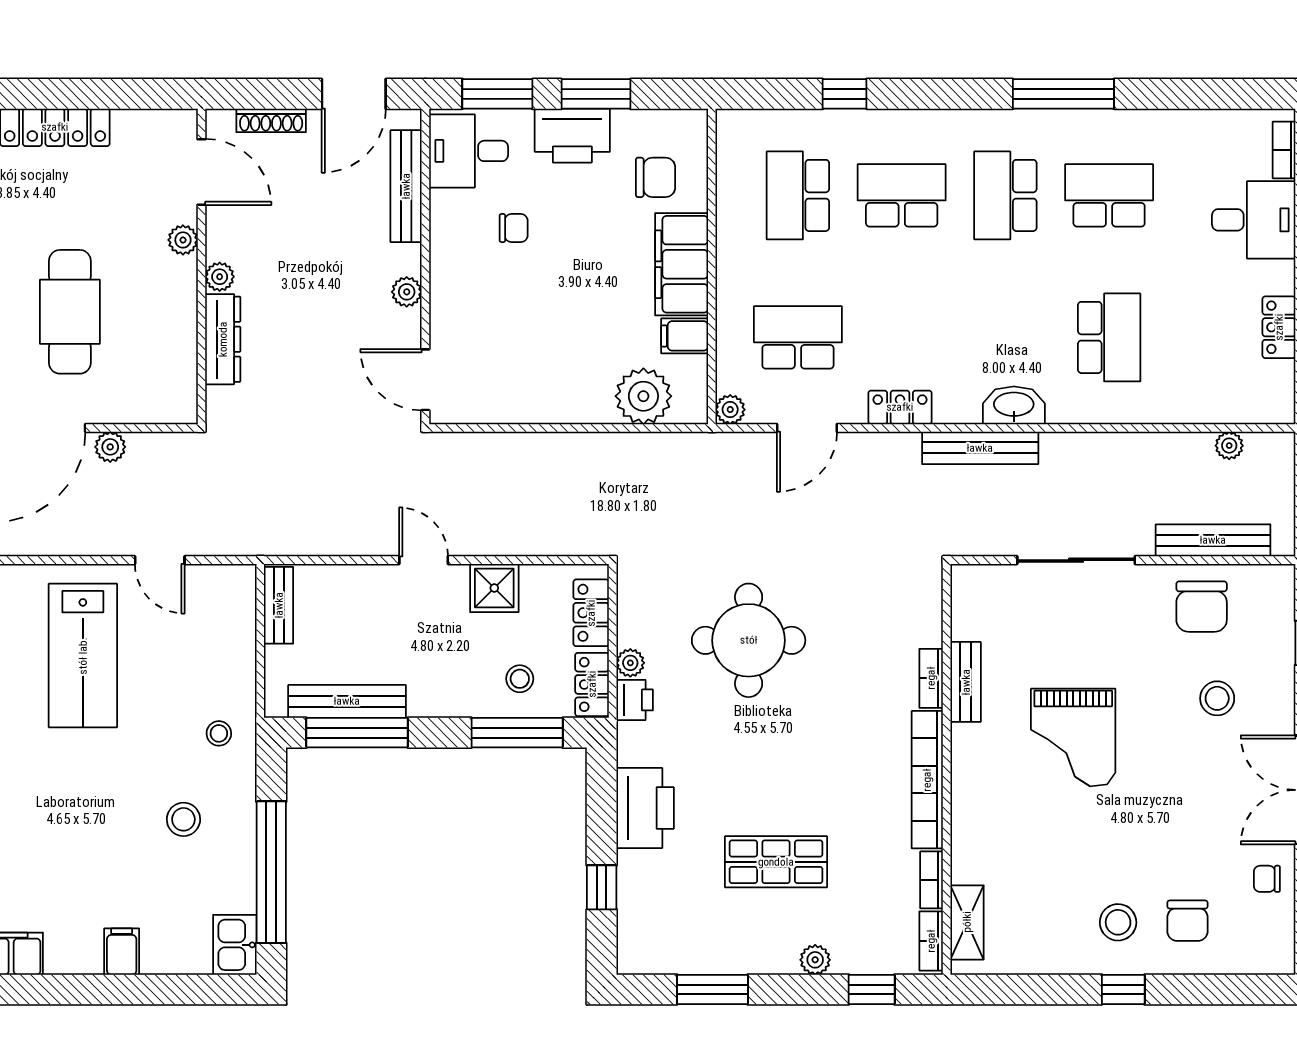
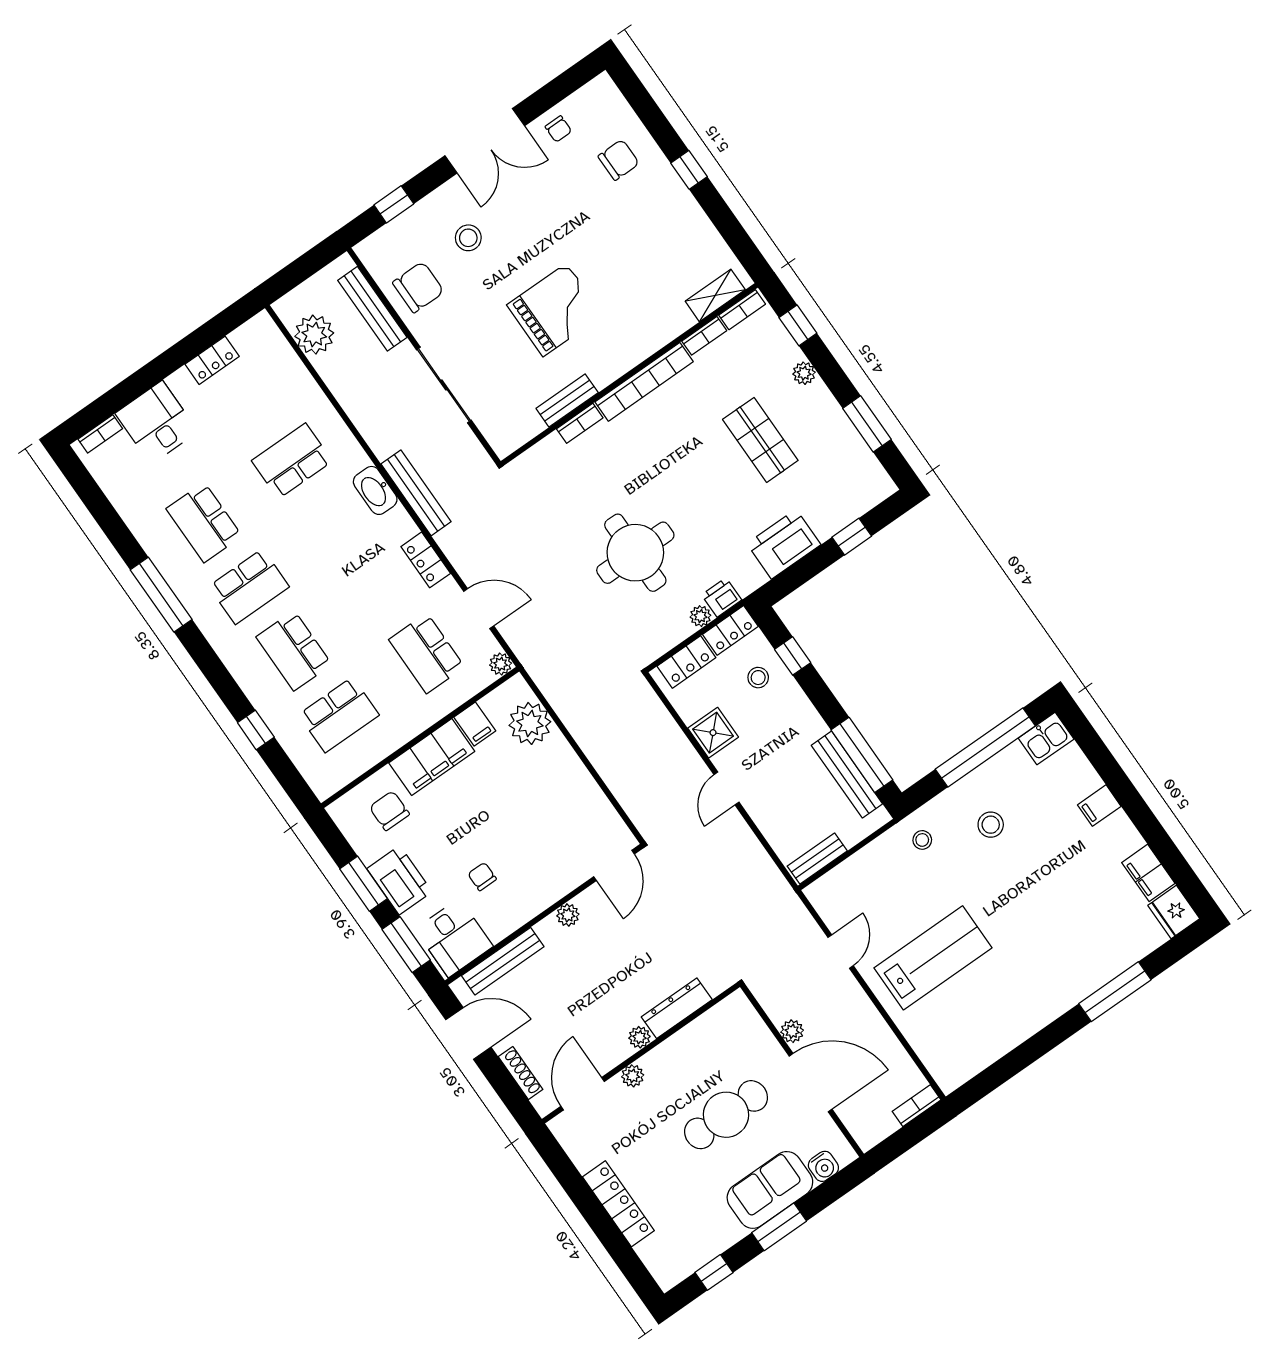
plant: (1229, 446) -> (314, 335), width x1.87, depth x1.87
window: (517, 733) -> (793, 656), width x0.46
stool: (1118, 922) -> (650, 202), removed

